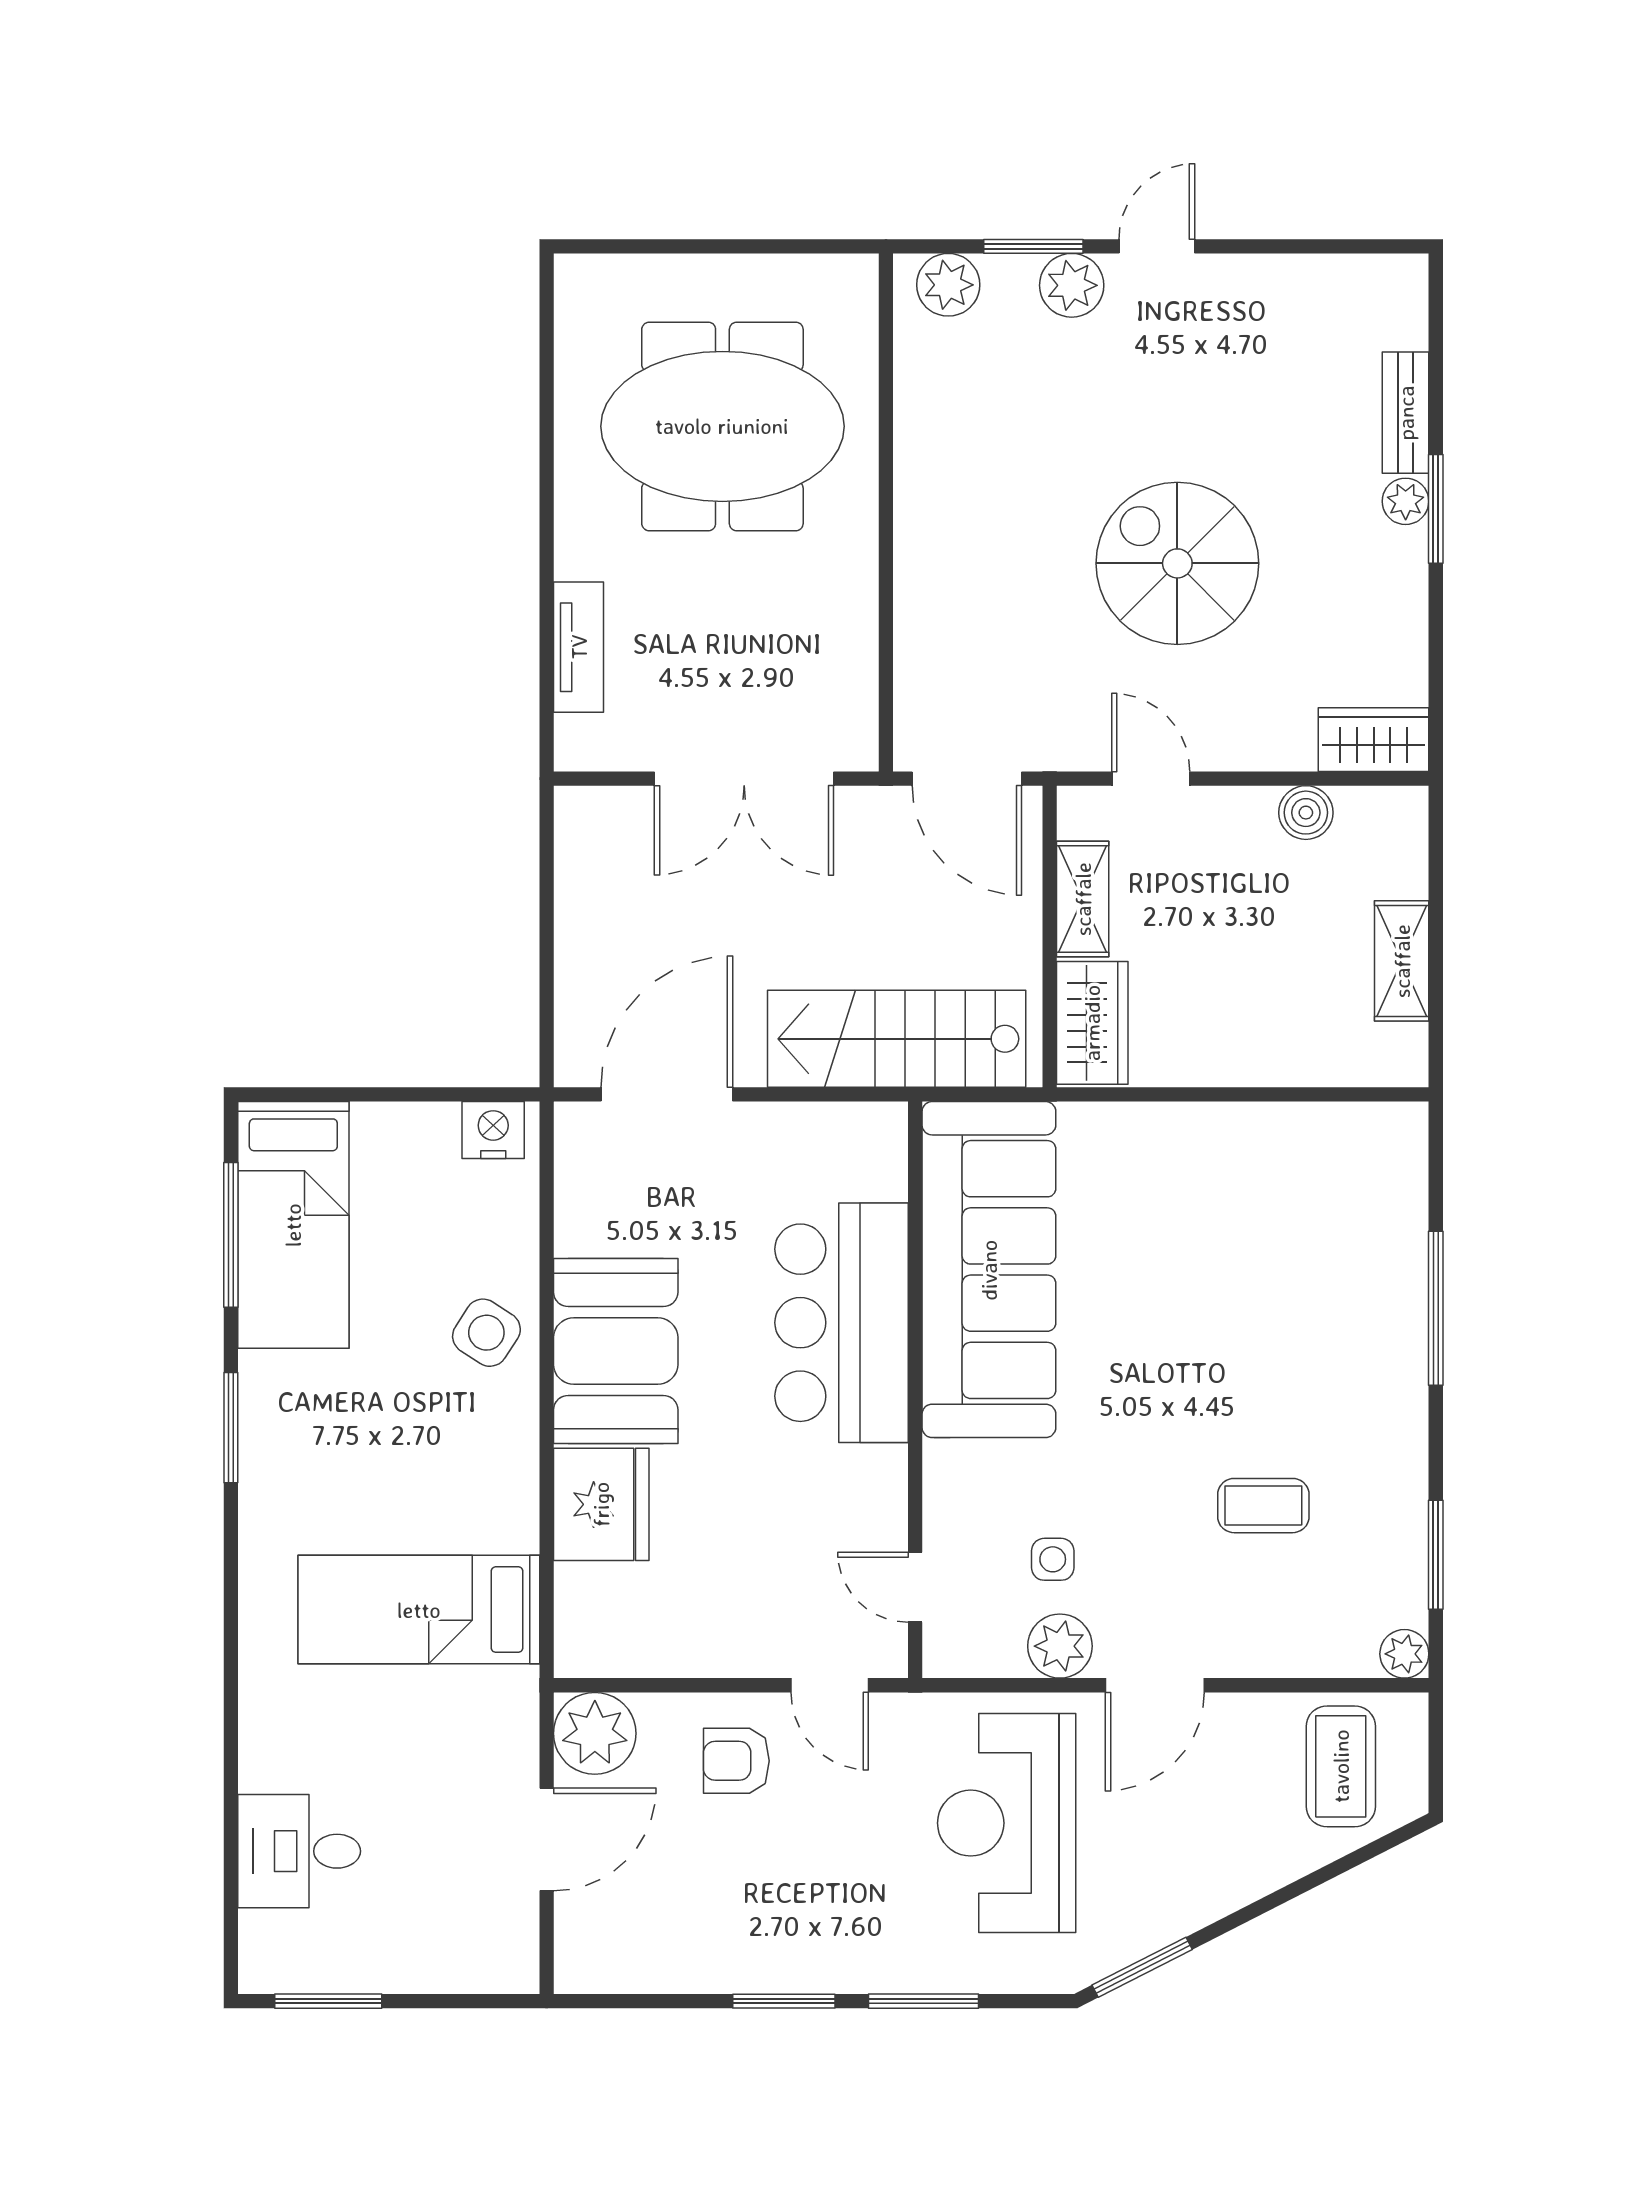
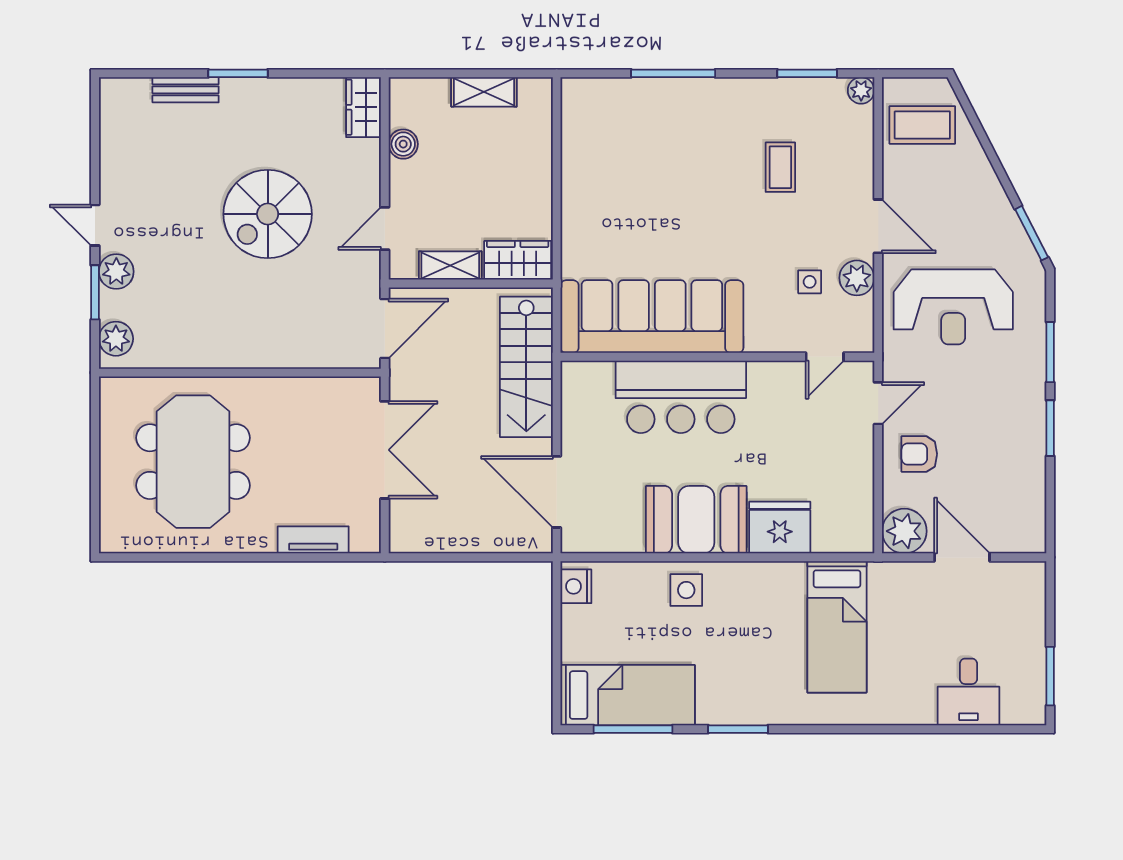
plant: (1406, 501) -> (234, 90), removed
side table: (486, 1333) -> (686, 590), turned -33
armchair: (736, 1761) -> (919, 454), turned 90

